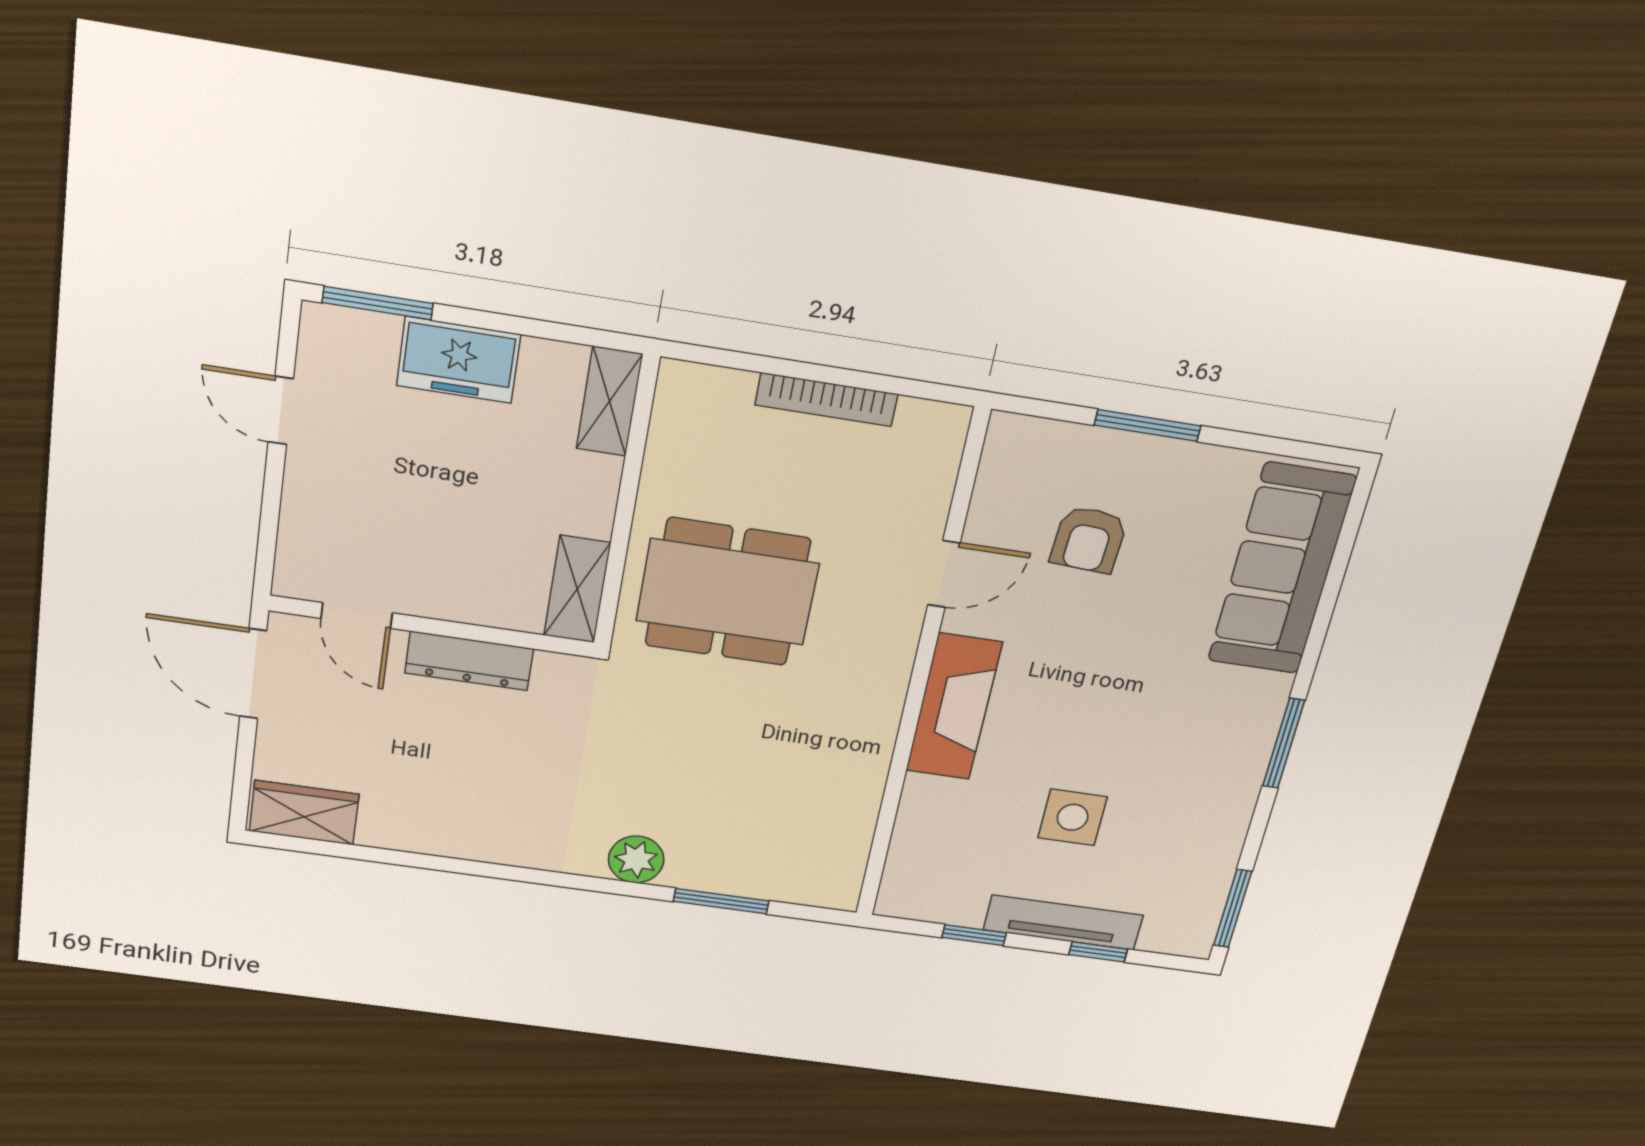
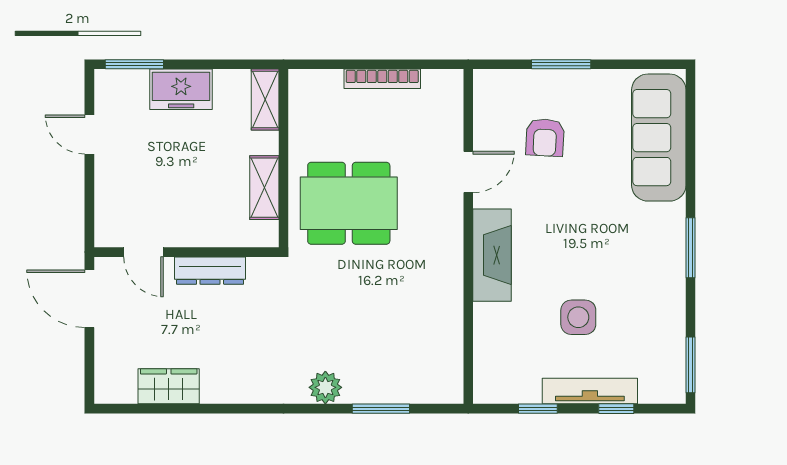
shelving: (577, 589) -> (264, 188), moved
wardrobe: (304, 813) -> (169, 386), moved

